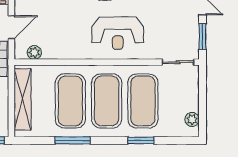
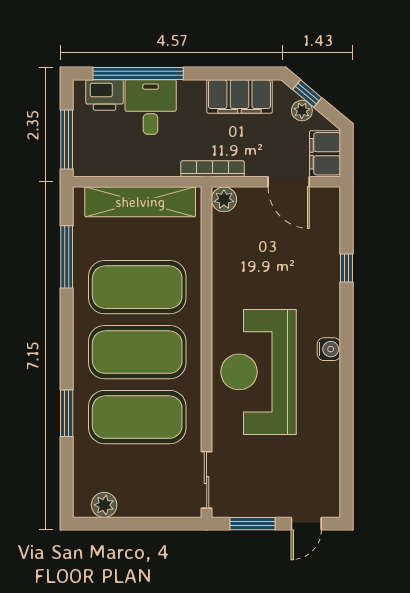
door: (11, 27) -> (289, 182), moved
reception desk: (118, 33) -> (259, 372), width x1.36, depth x1.30
plant: (34, 52) -> (224, 199), moved
window: (73, 140) -> (67, 257), moved

